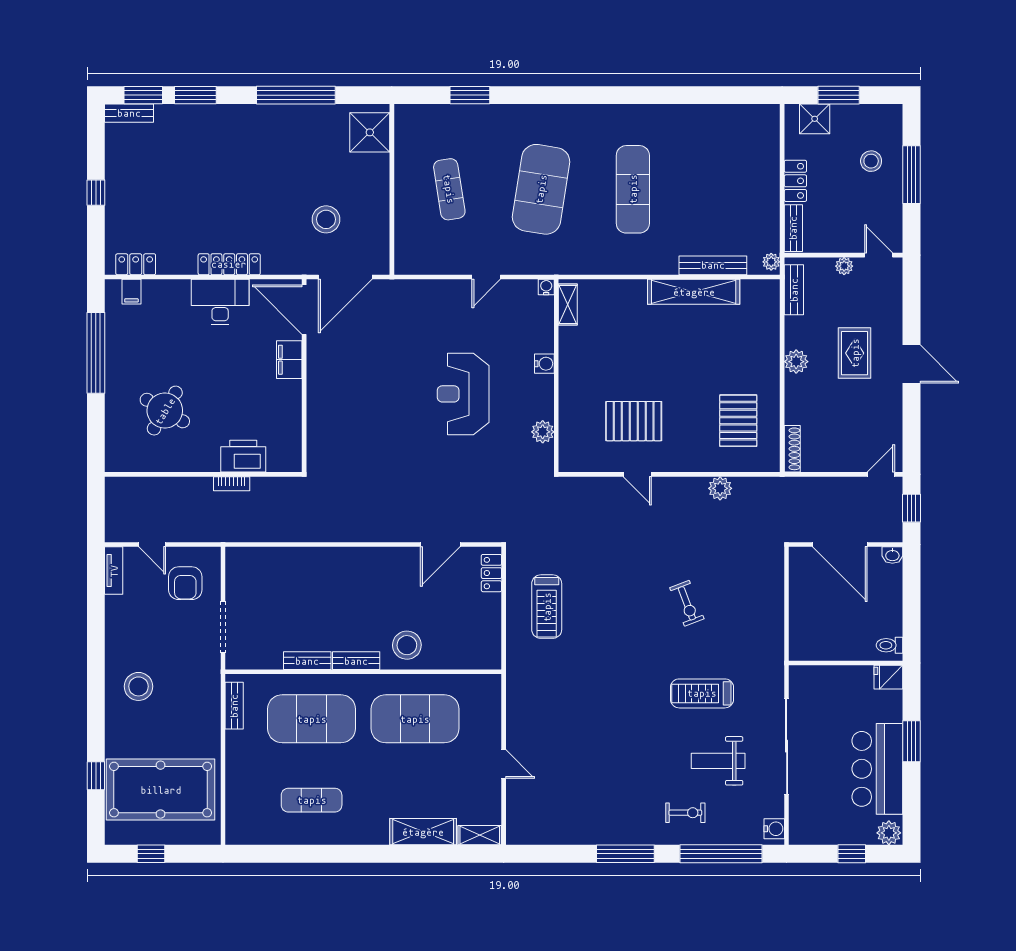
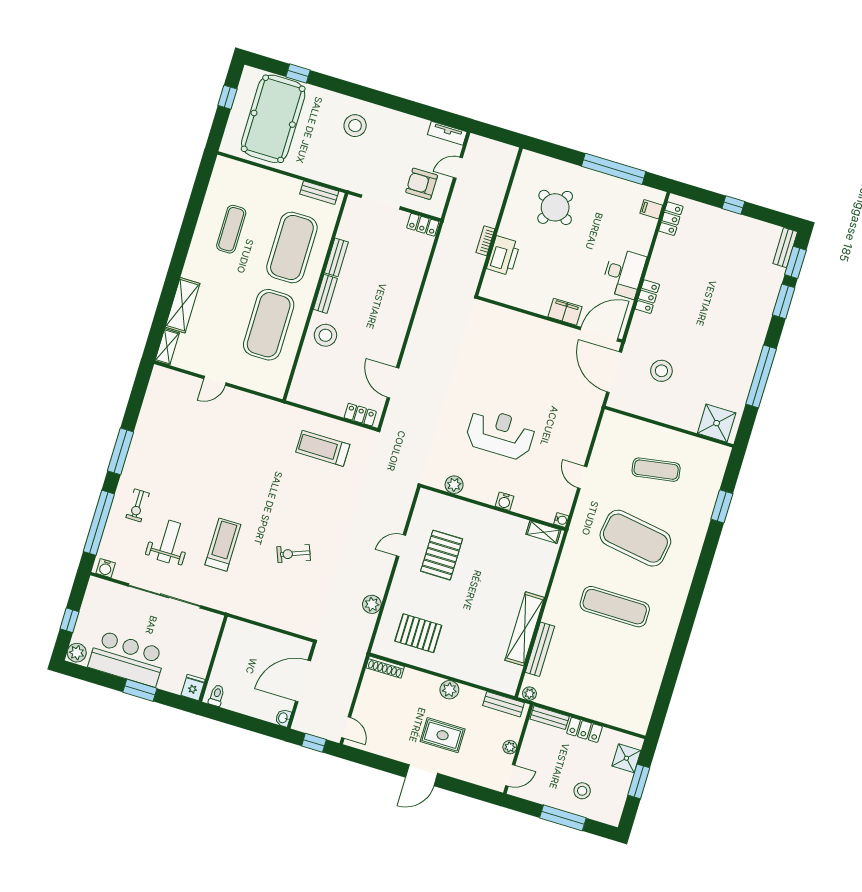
locker: (229, 264) -> (647, 297), width x0.66
locker: (235, 567) -> (423, 225), added

